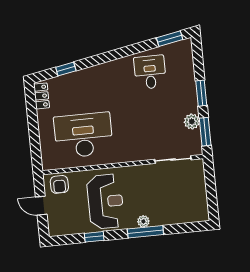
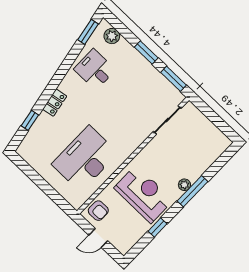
locker: (41, 96) -> (55, 103), moved, turned 79
plant: (192, 122) -> (112, 36), moved

